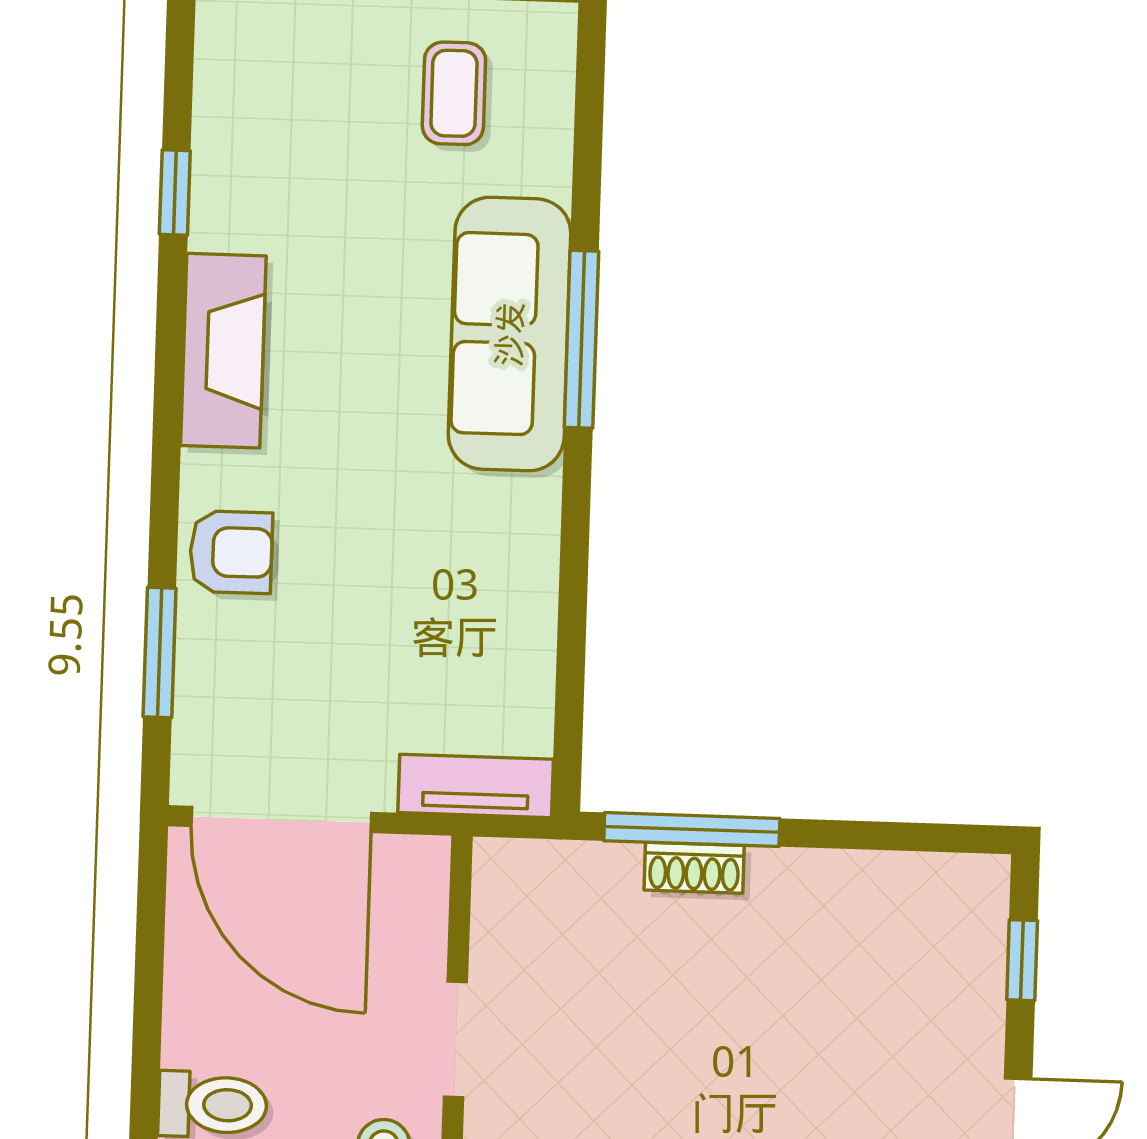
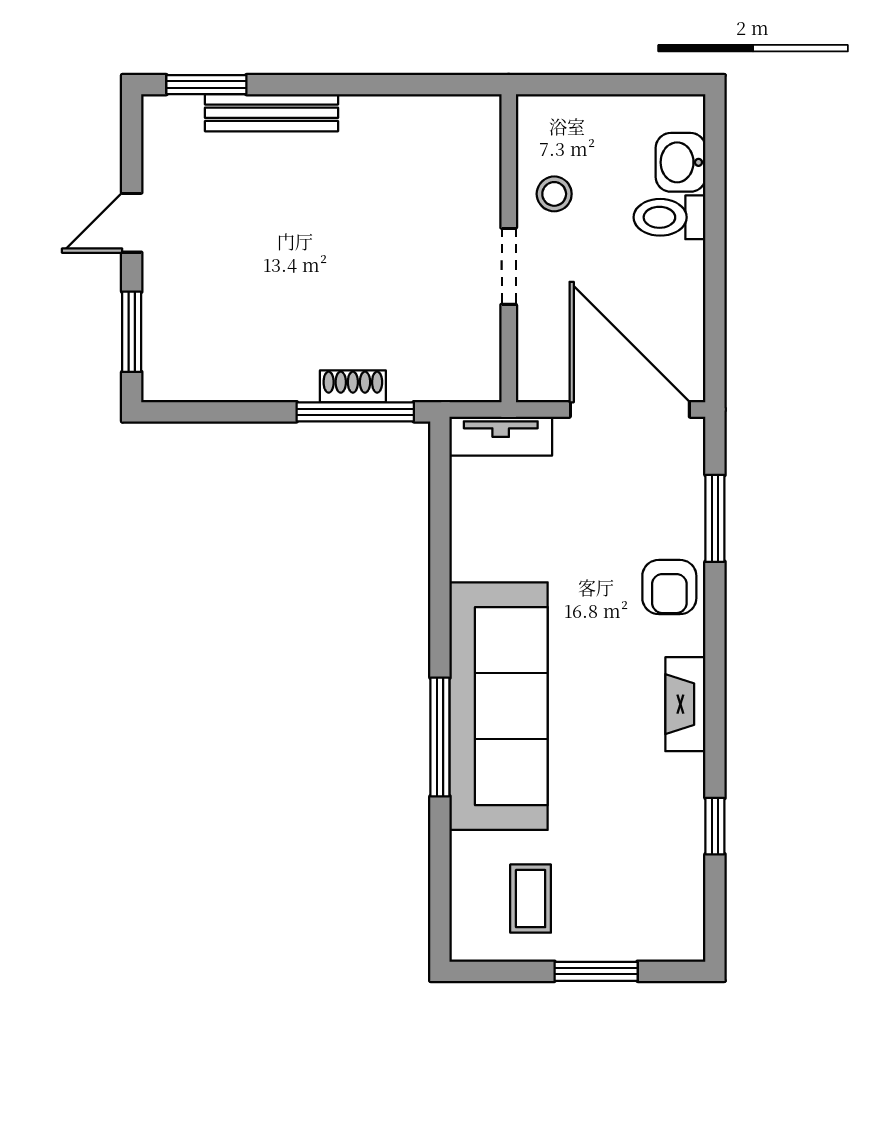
sofa: (510, 334) -> (499, 706), width x1.36, depth x1.27
fireplace: (223, 351) -> (685, 704), width x0.73, depth x0.76
armchair: (231, 552) -> (669, 587), turned -90
window: (1022, 960) -> (132, 332), width x1.50

